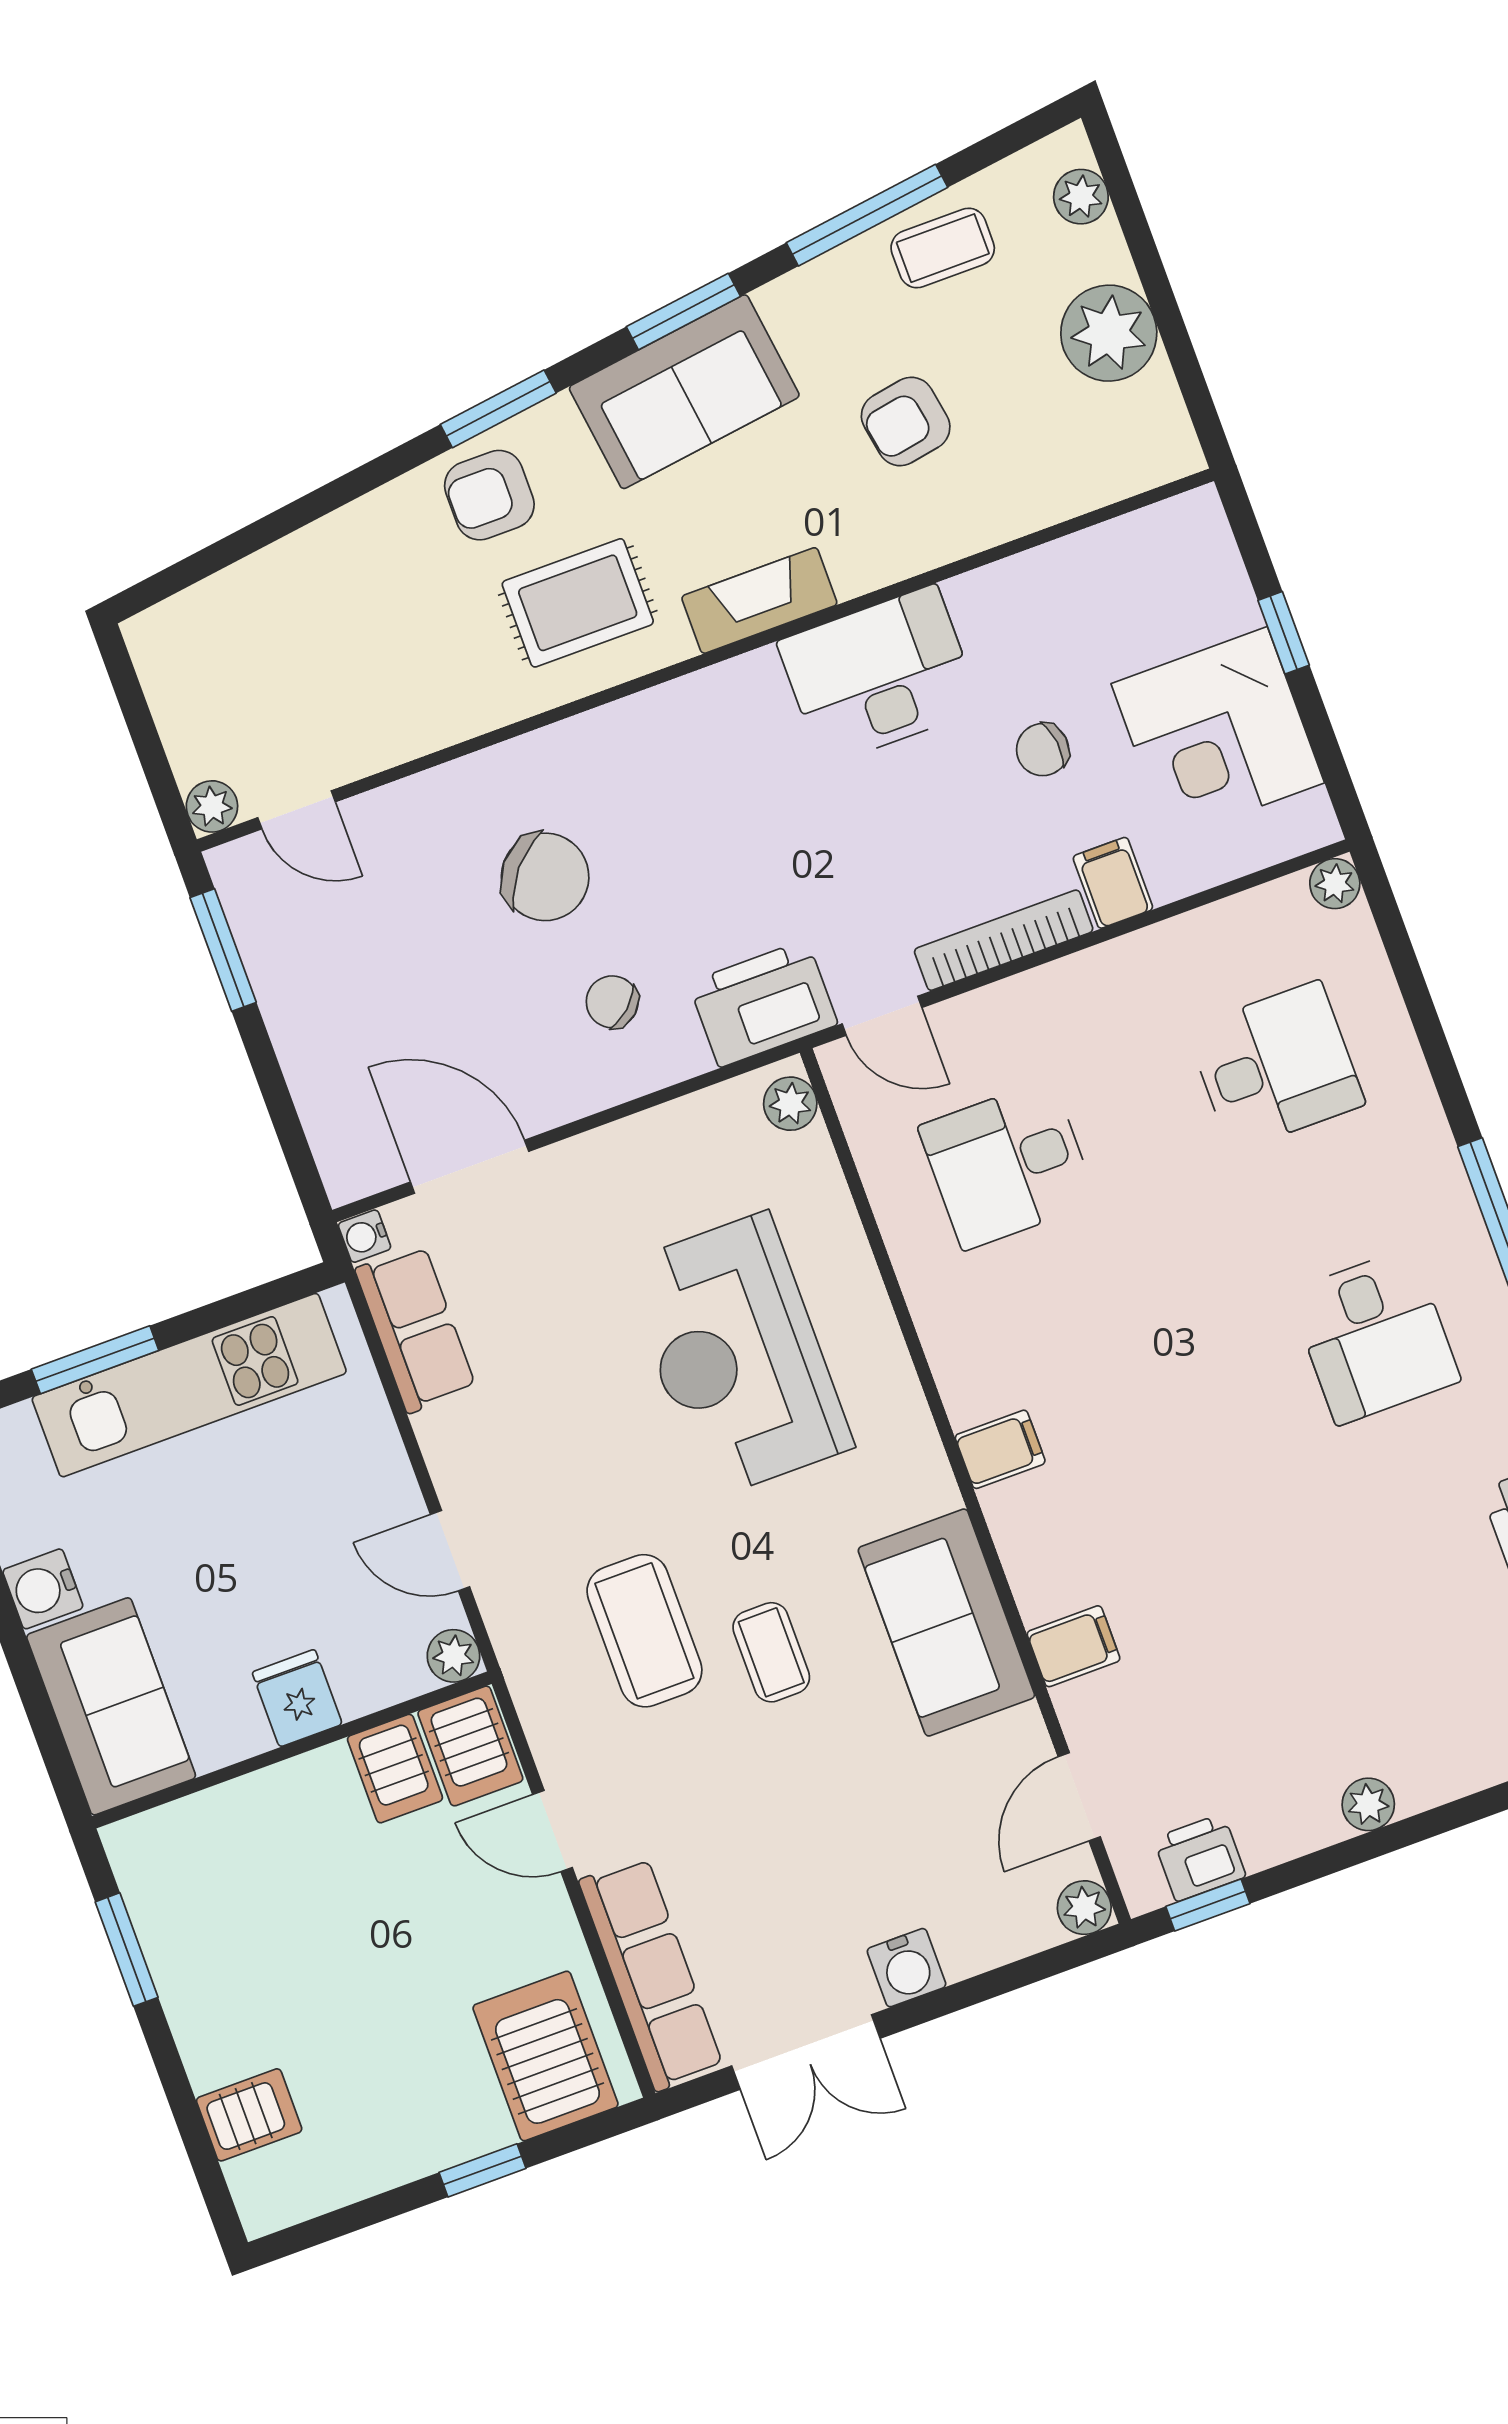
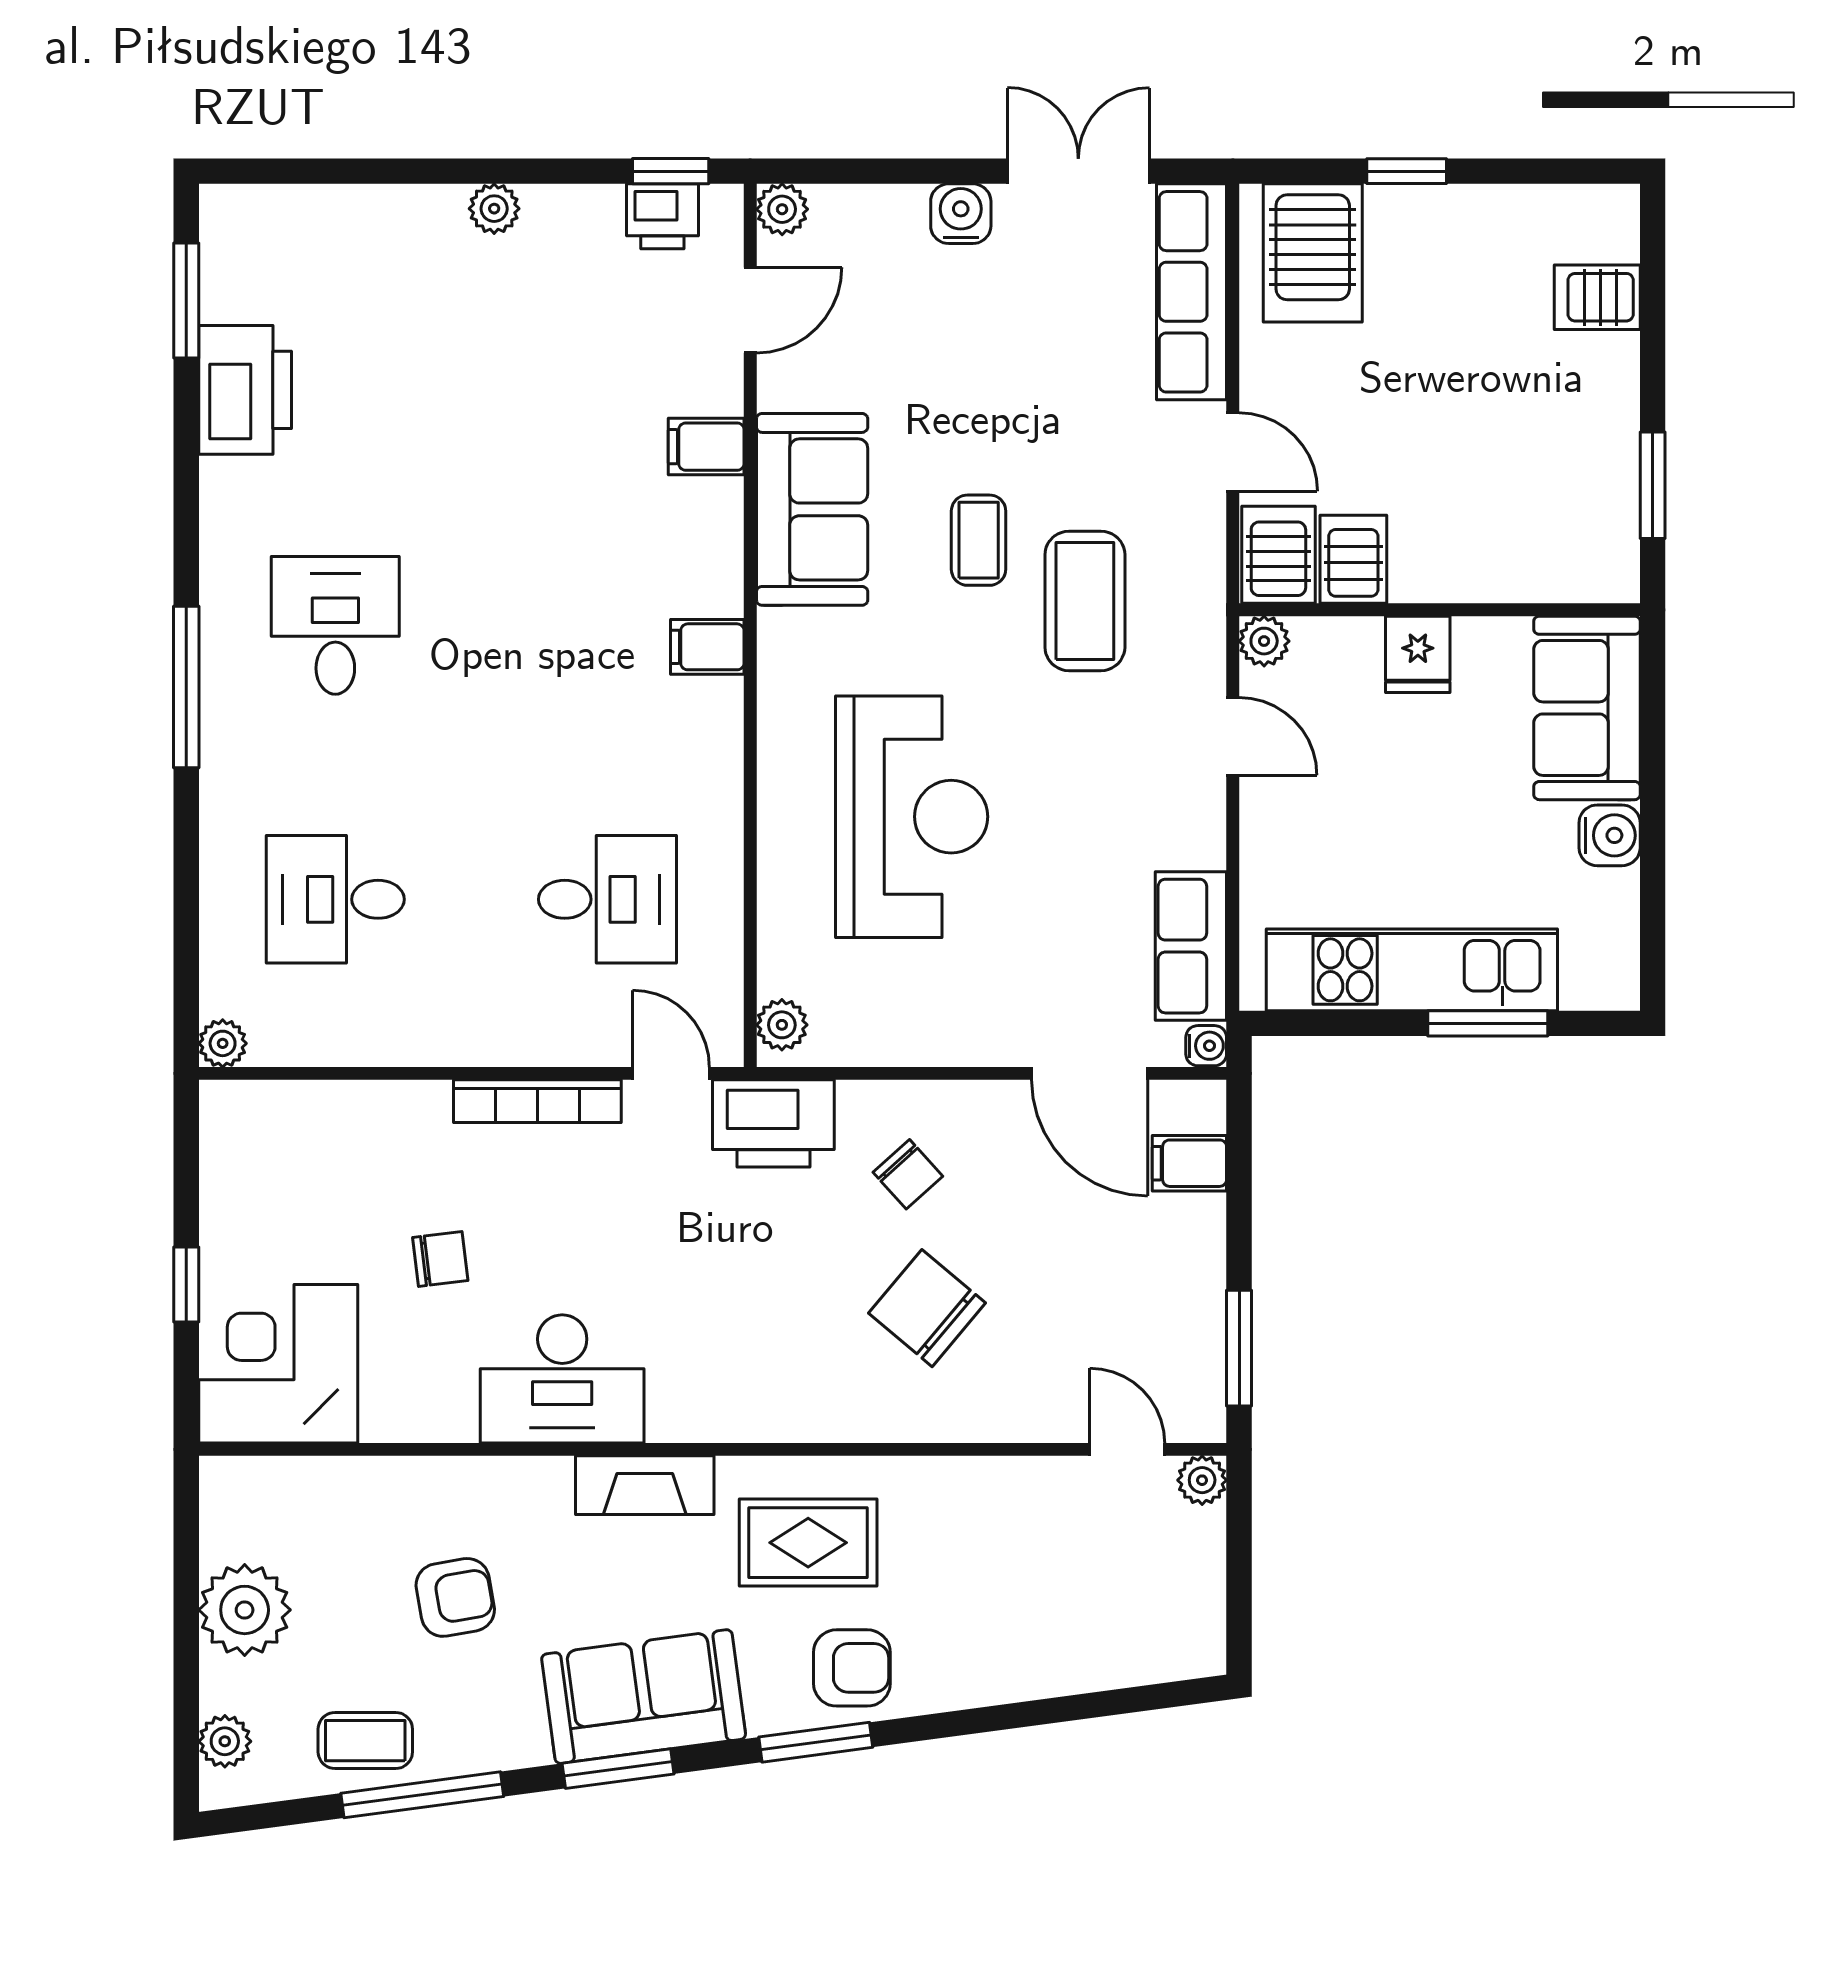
corner desk: (1218, 733) -> (278, 1364), moved, turned -90
filing cabinet: (1113, 883) -> (1189, 1163), moved, turned 90

